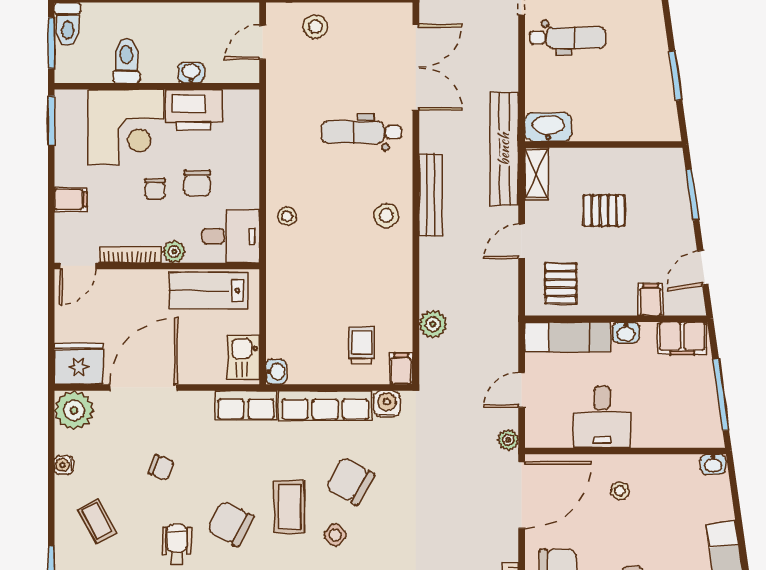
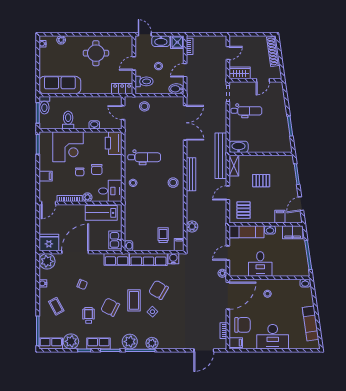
door: (263, 42) -> (123, 113), hinge flipped
printer: (194, 110) -> (114, 143), moved, turned 90
dental chair: (361, 132) -> (144, 157), moved, turned 180

